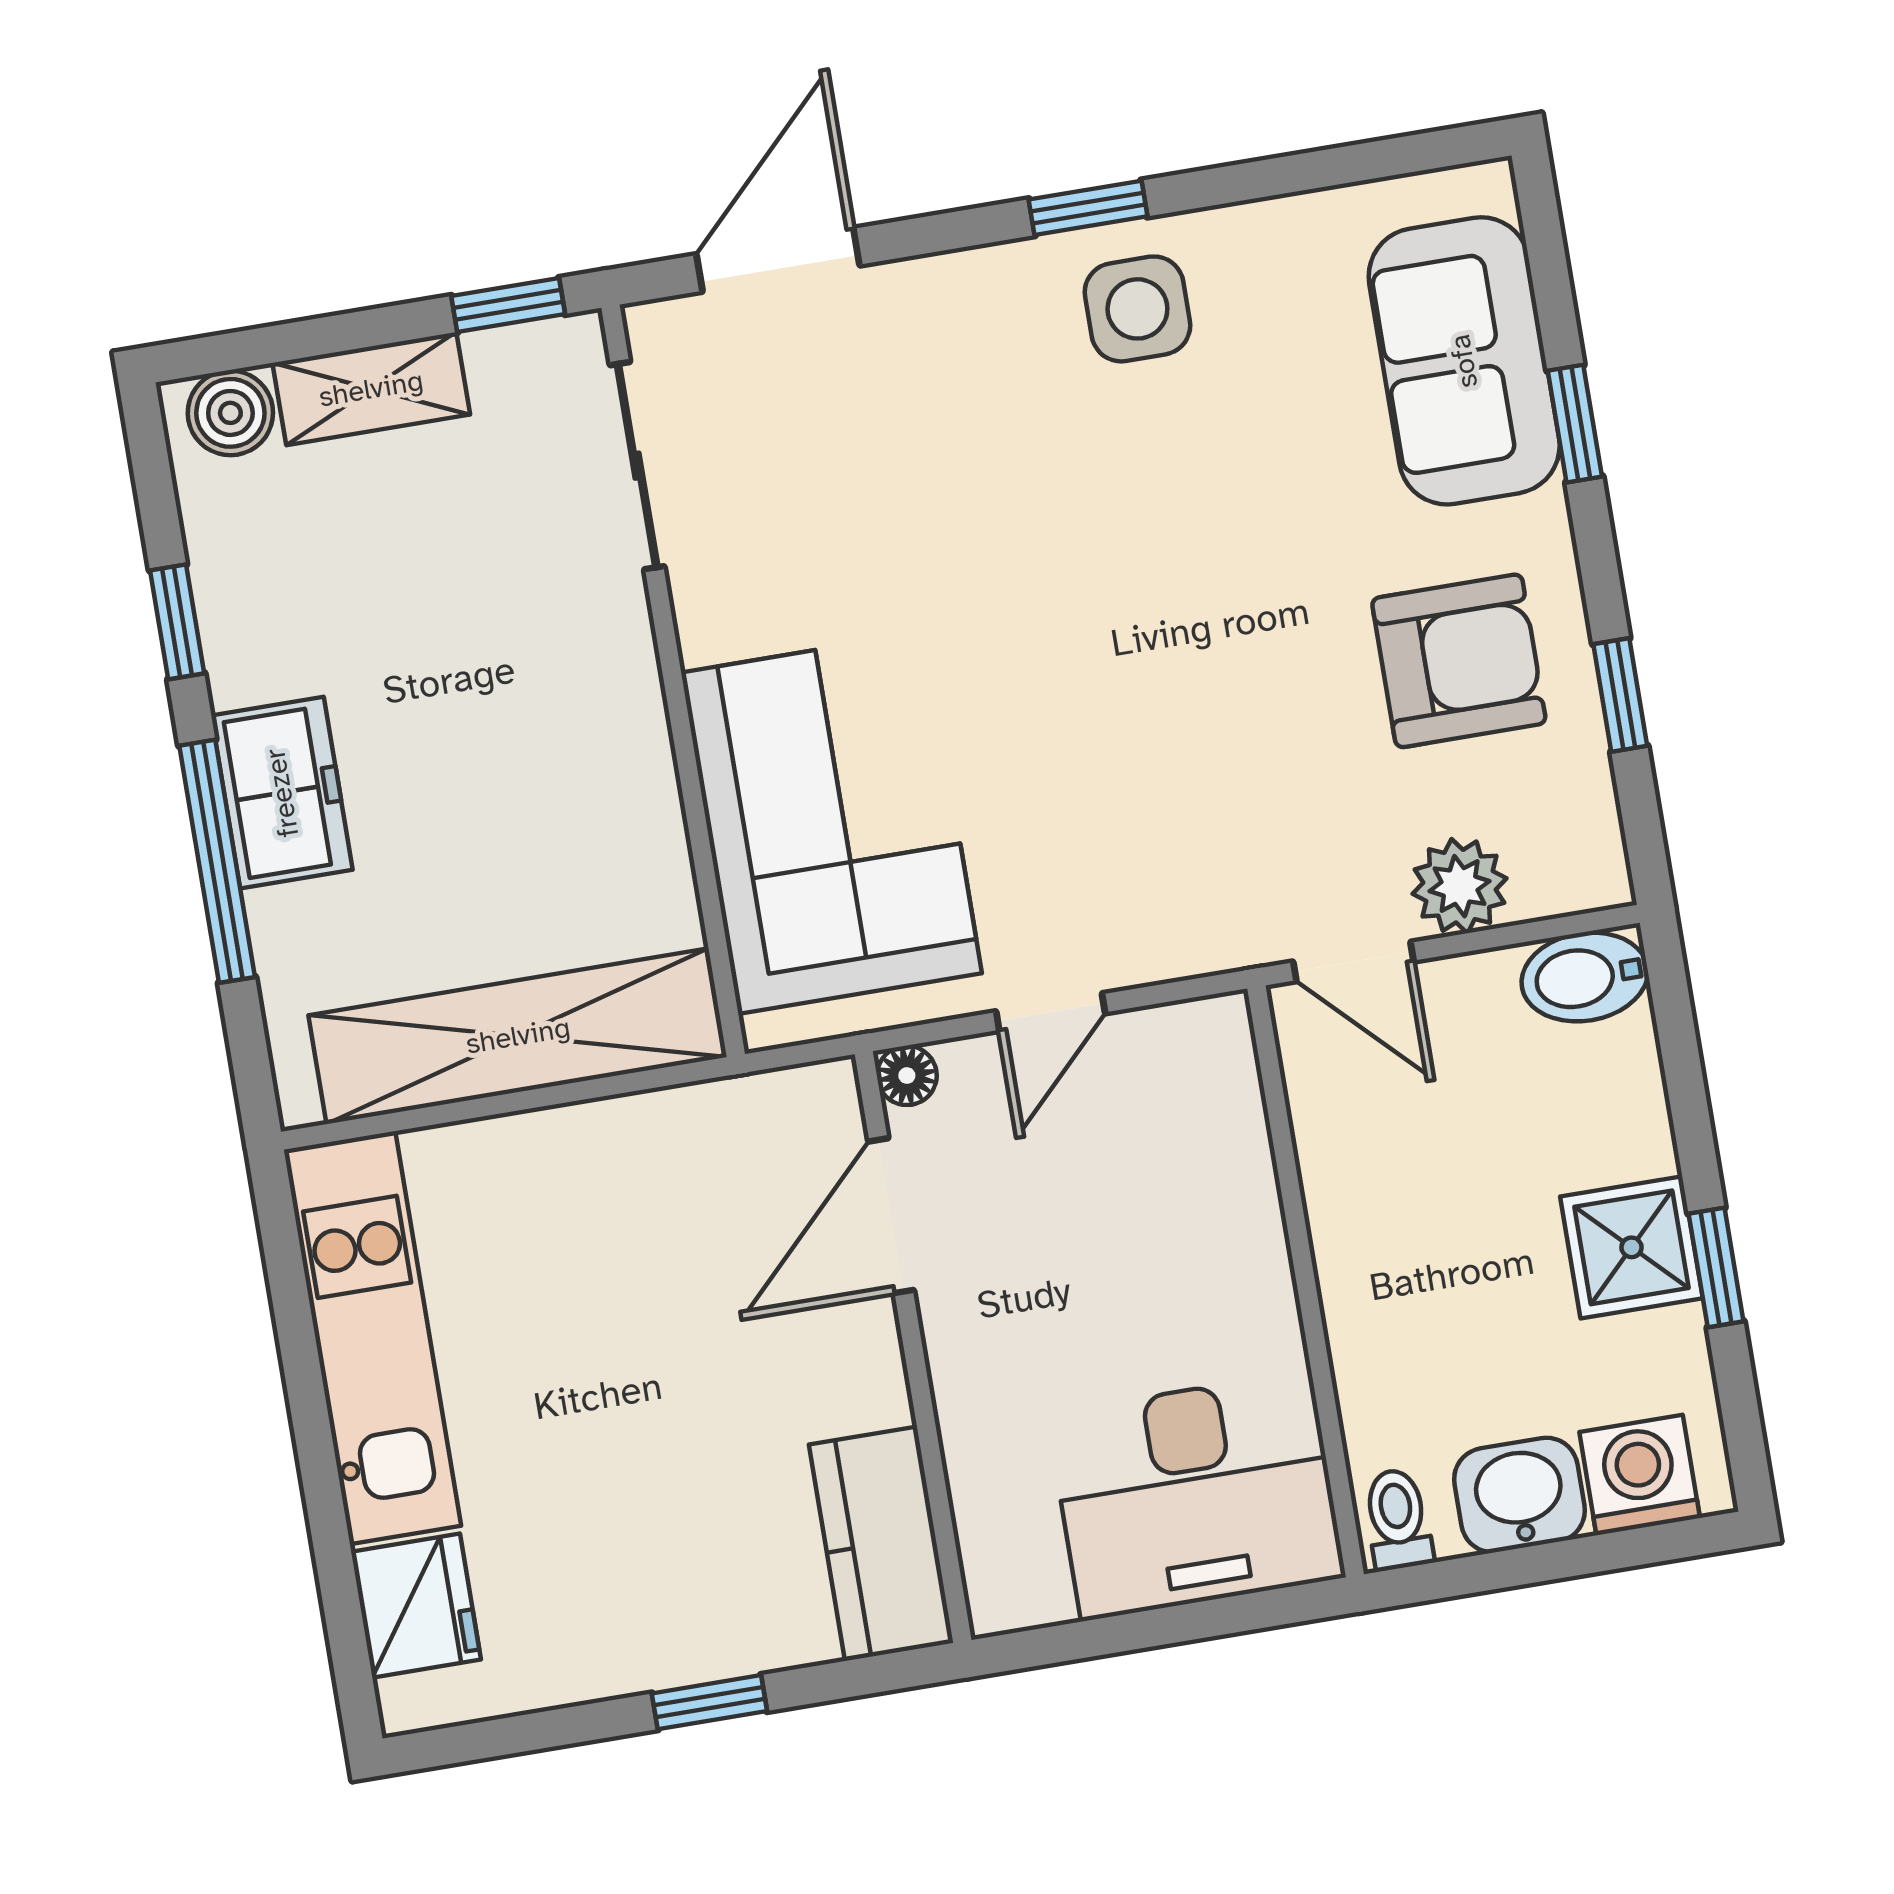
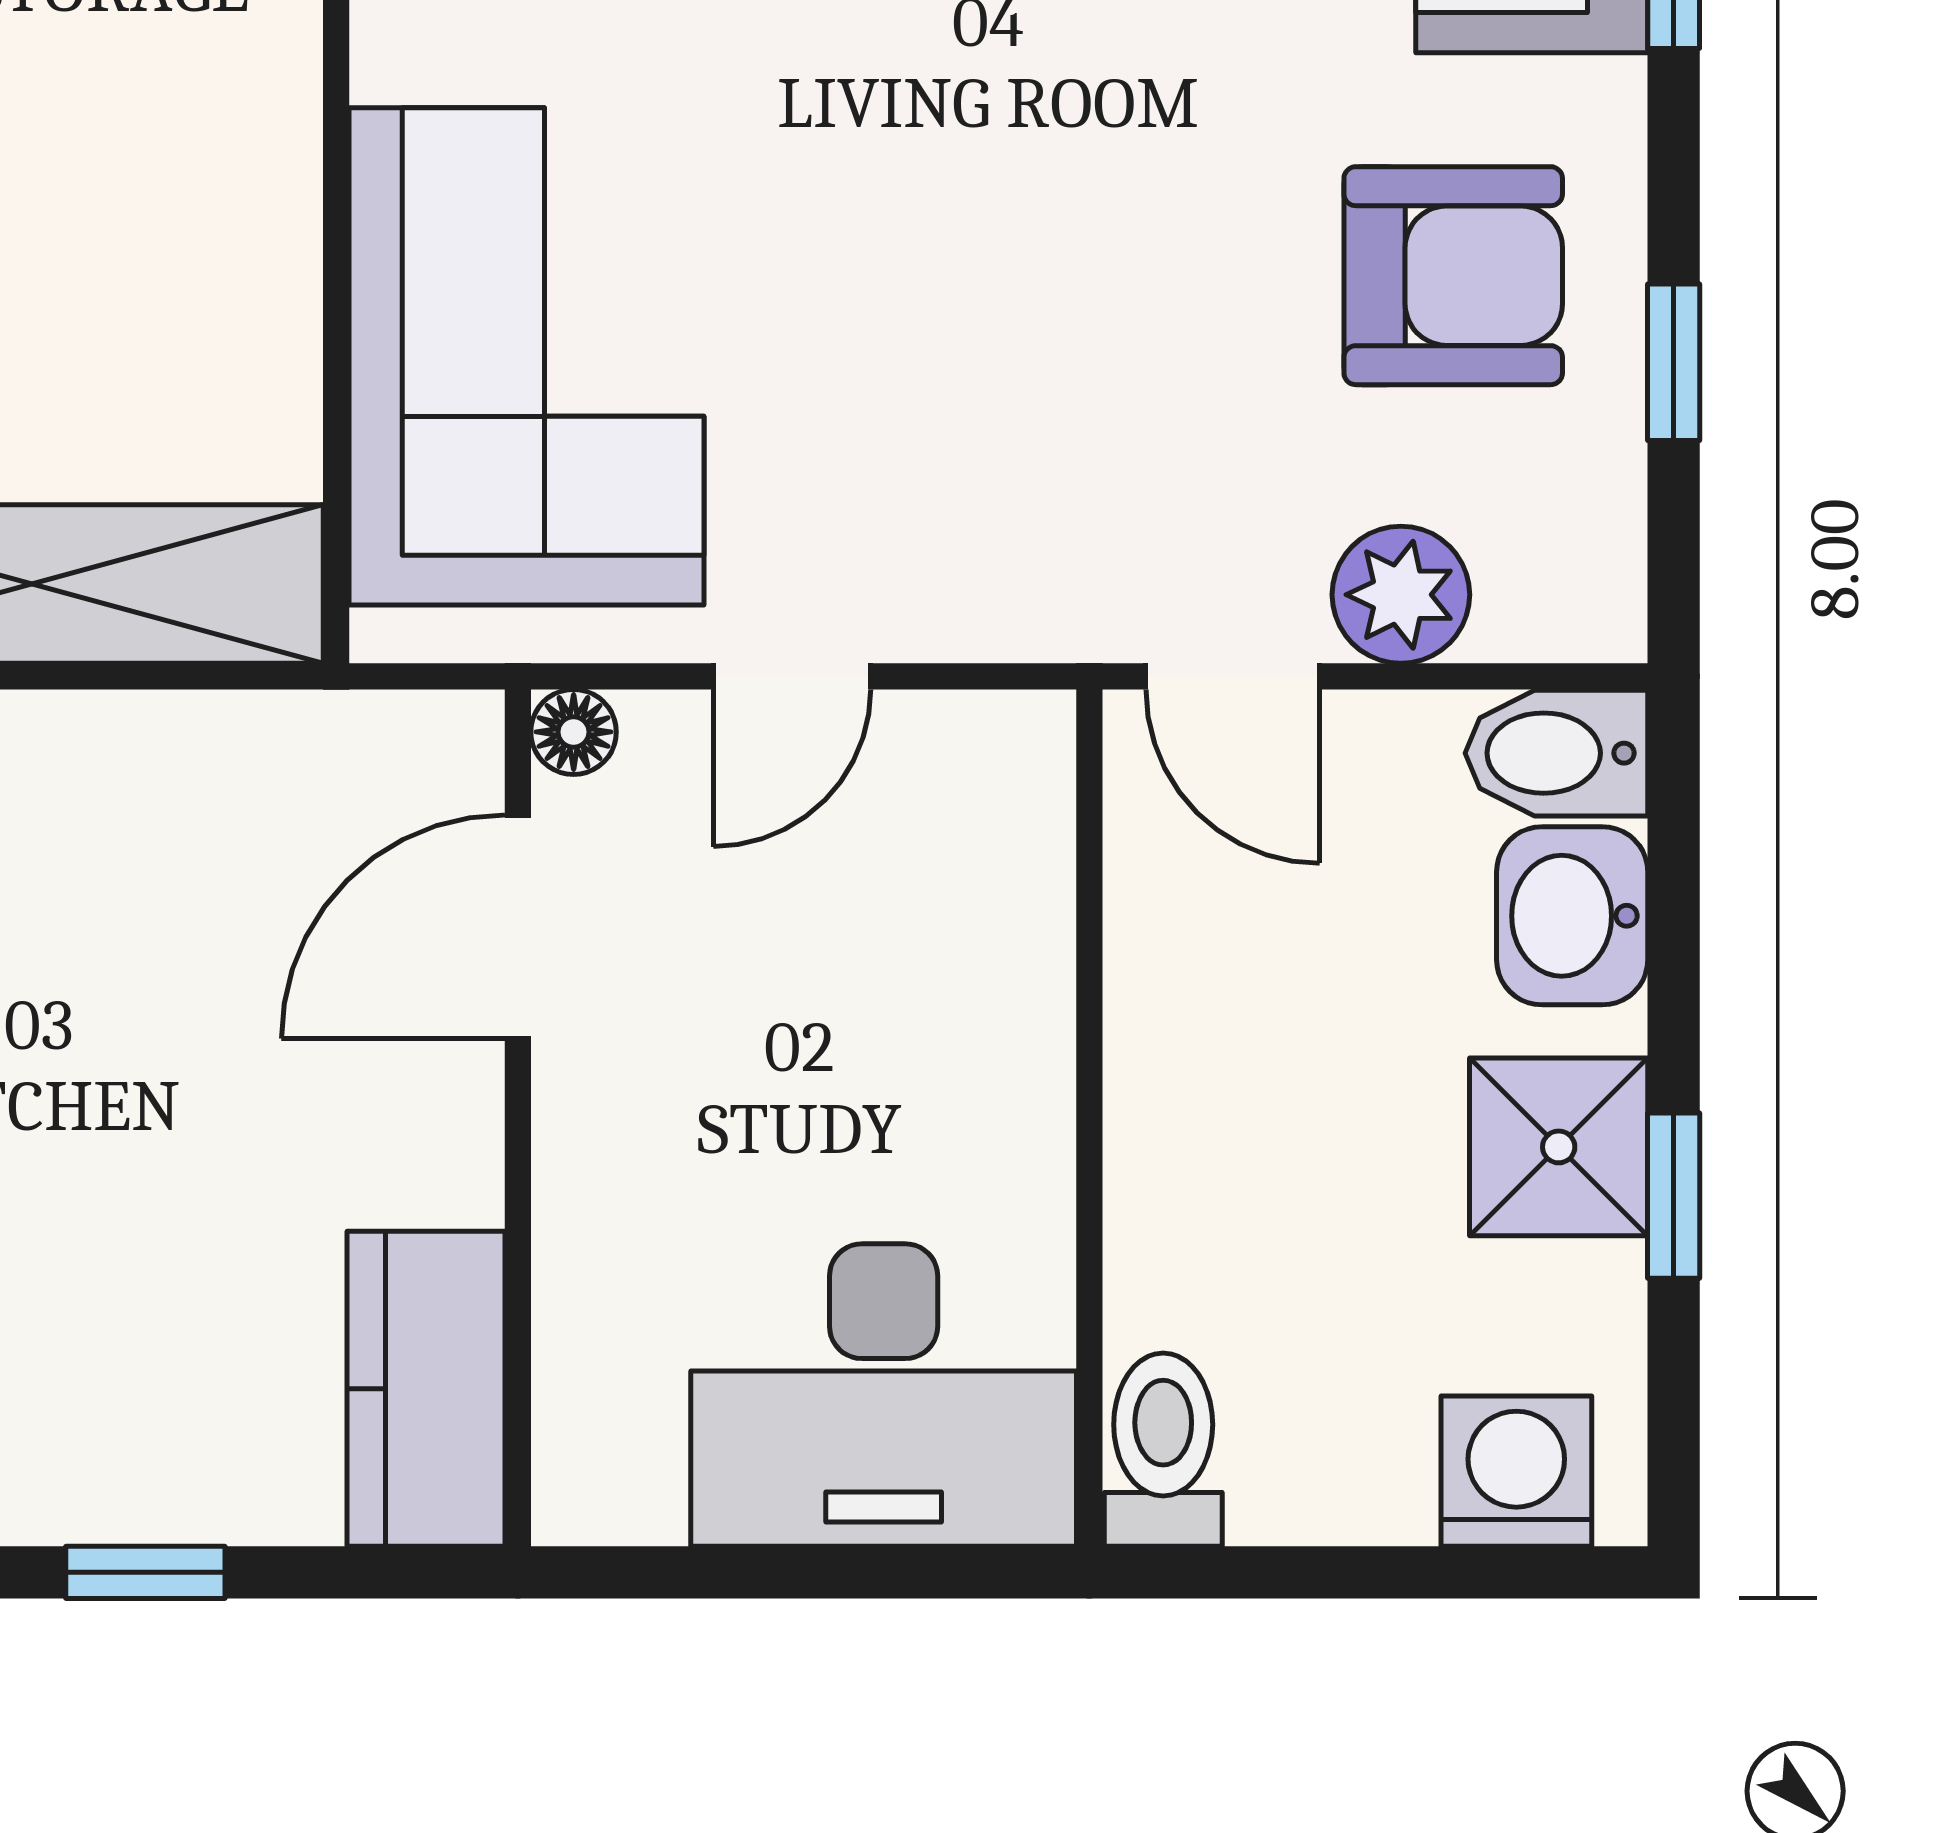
washbasin: (1519, 1495) -> (1572, 916), moved, turned -90
toilet: (1398, 1519) -> (1163, 1450), width x1.37, depth x1.39

